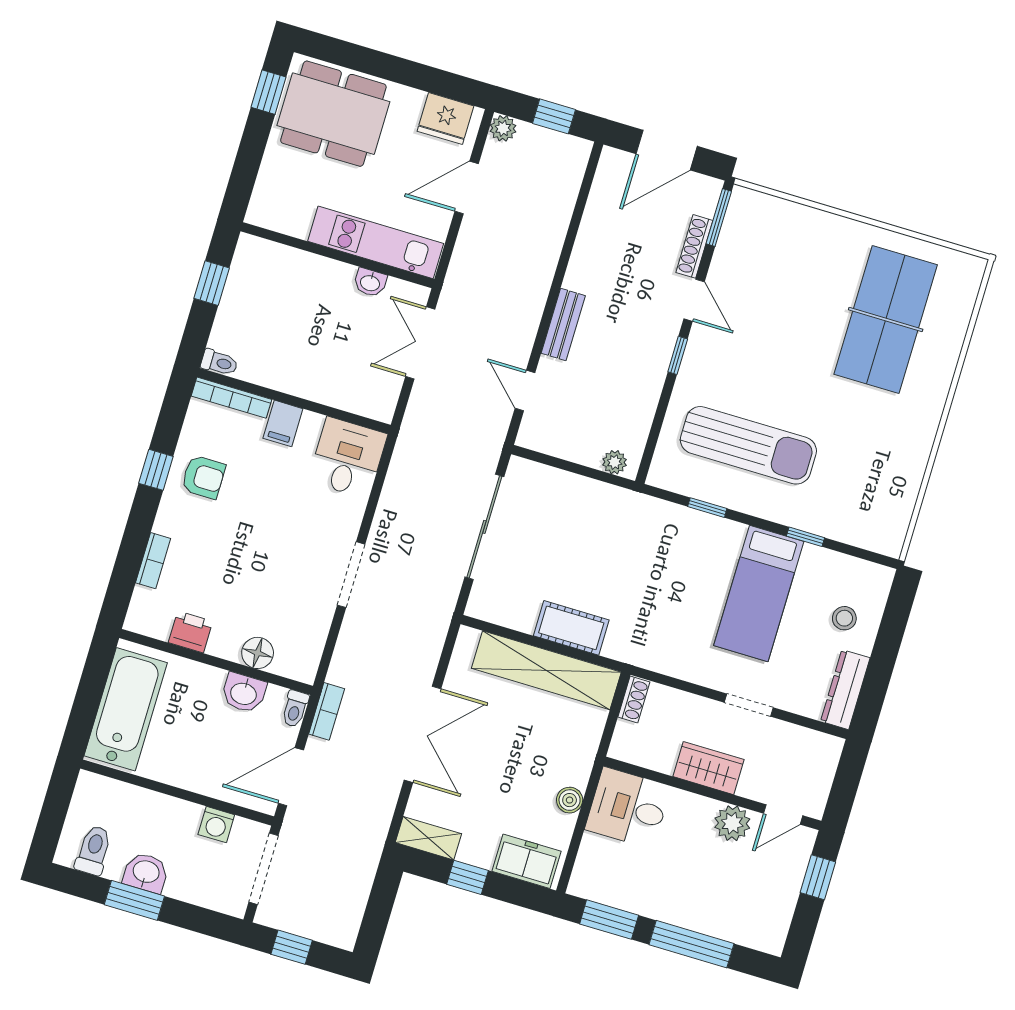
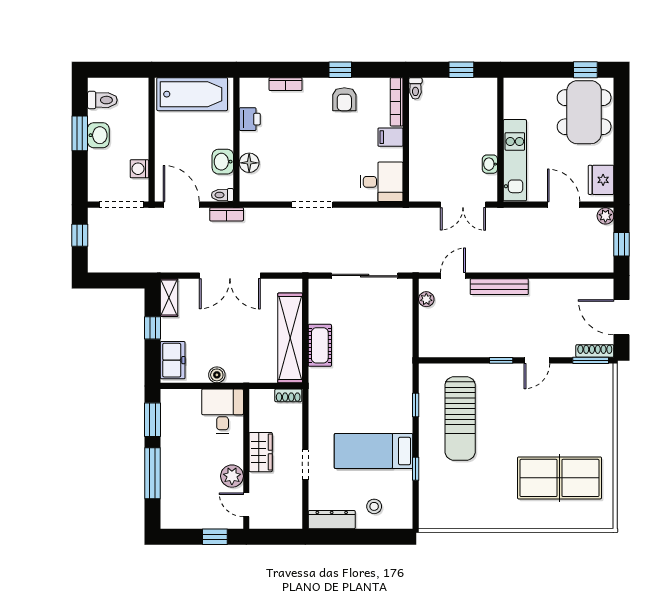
shoe rack: (694, 246) -> (595, 351), moved
bench: (563, 324) -> (499, 287), width x1.36
double door: (420, 343) -> (463, 205), swing flipped
plant: (615, 462) -> (426, 299), moved

